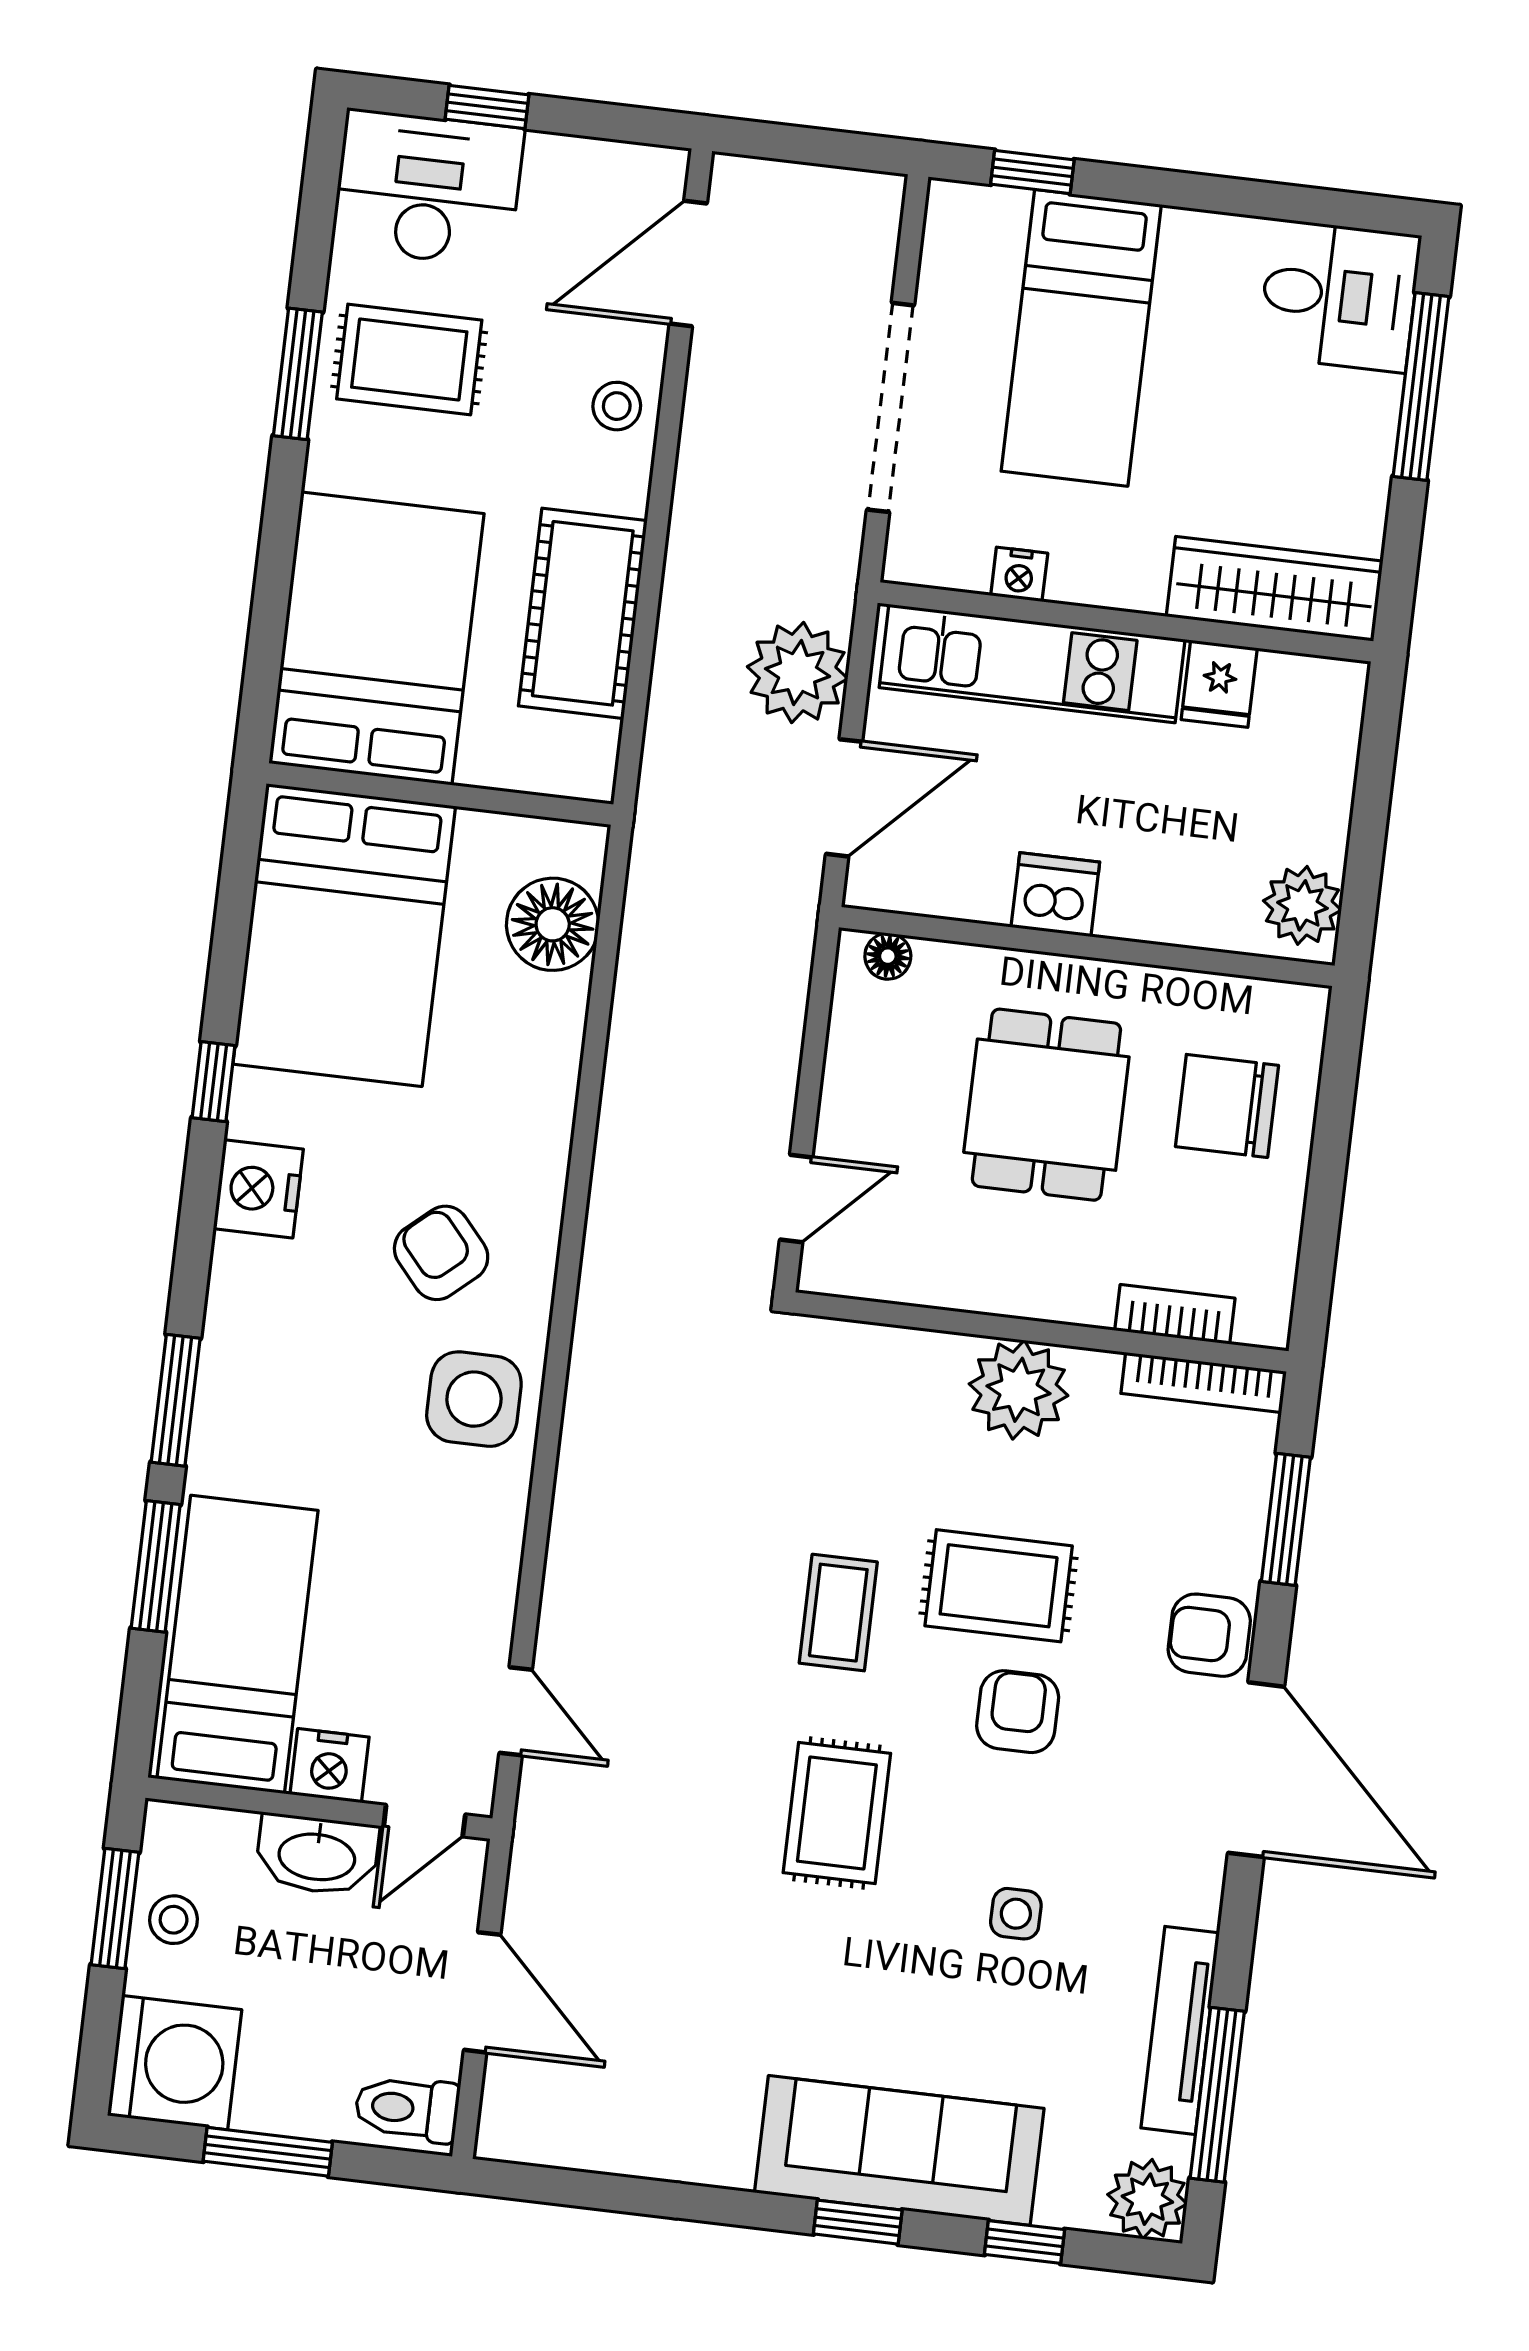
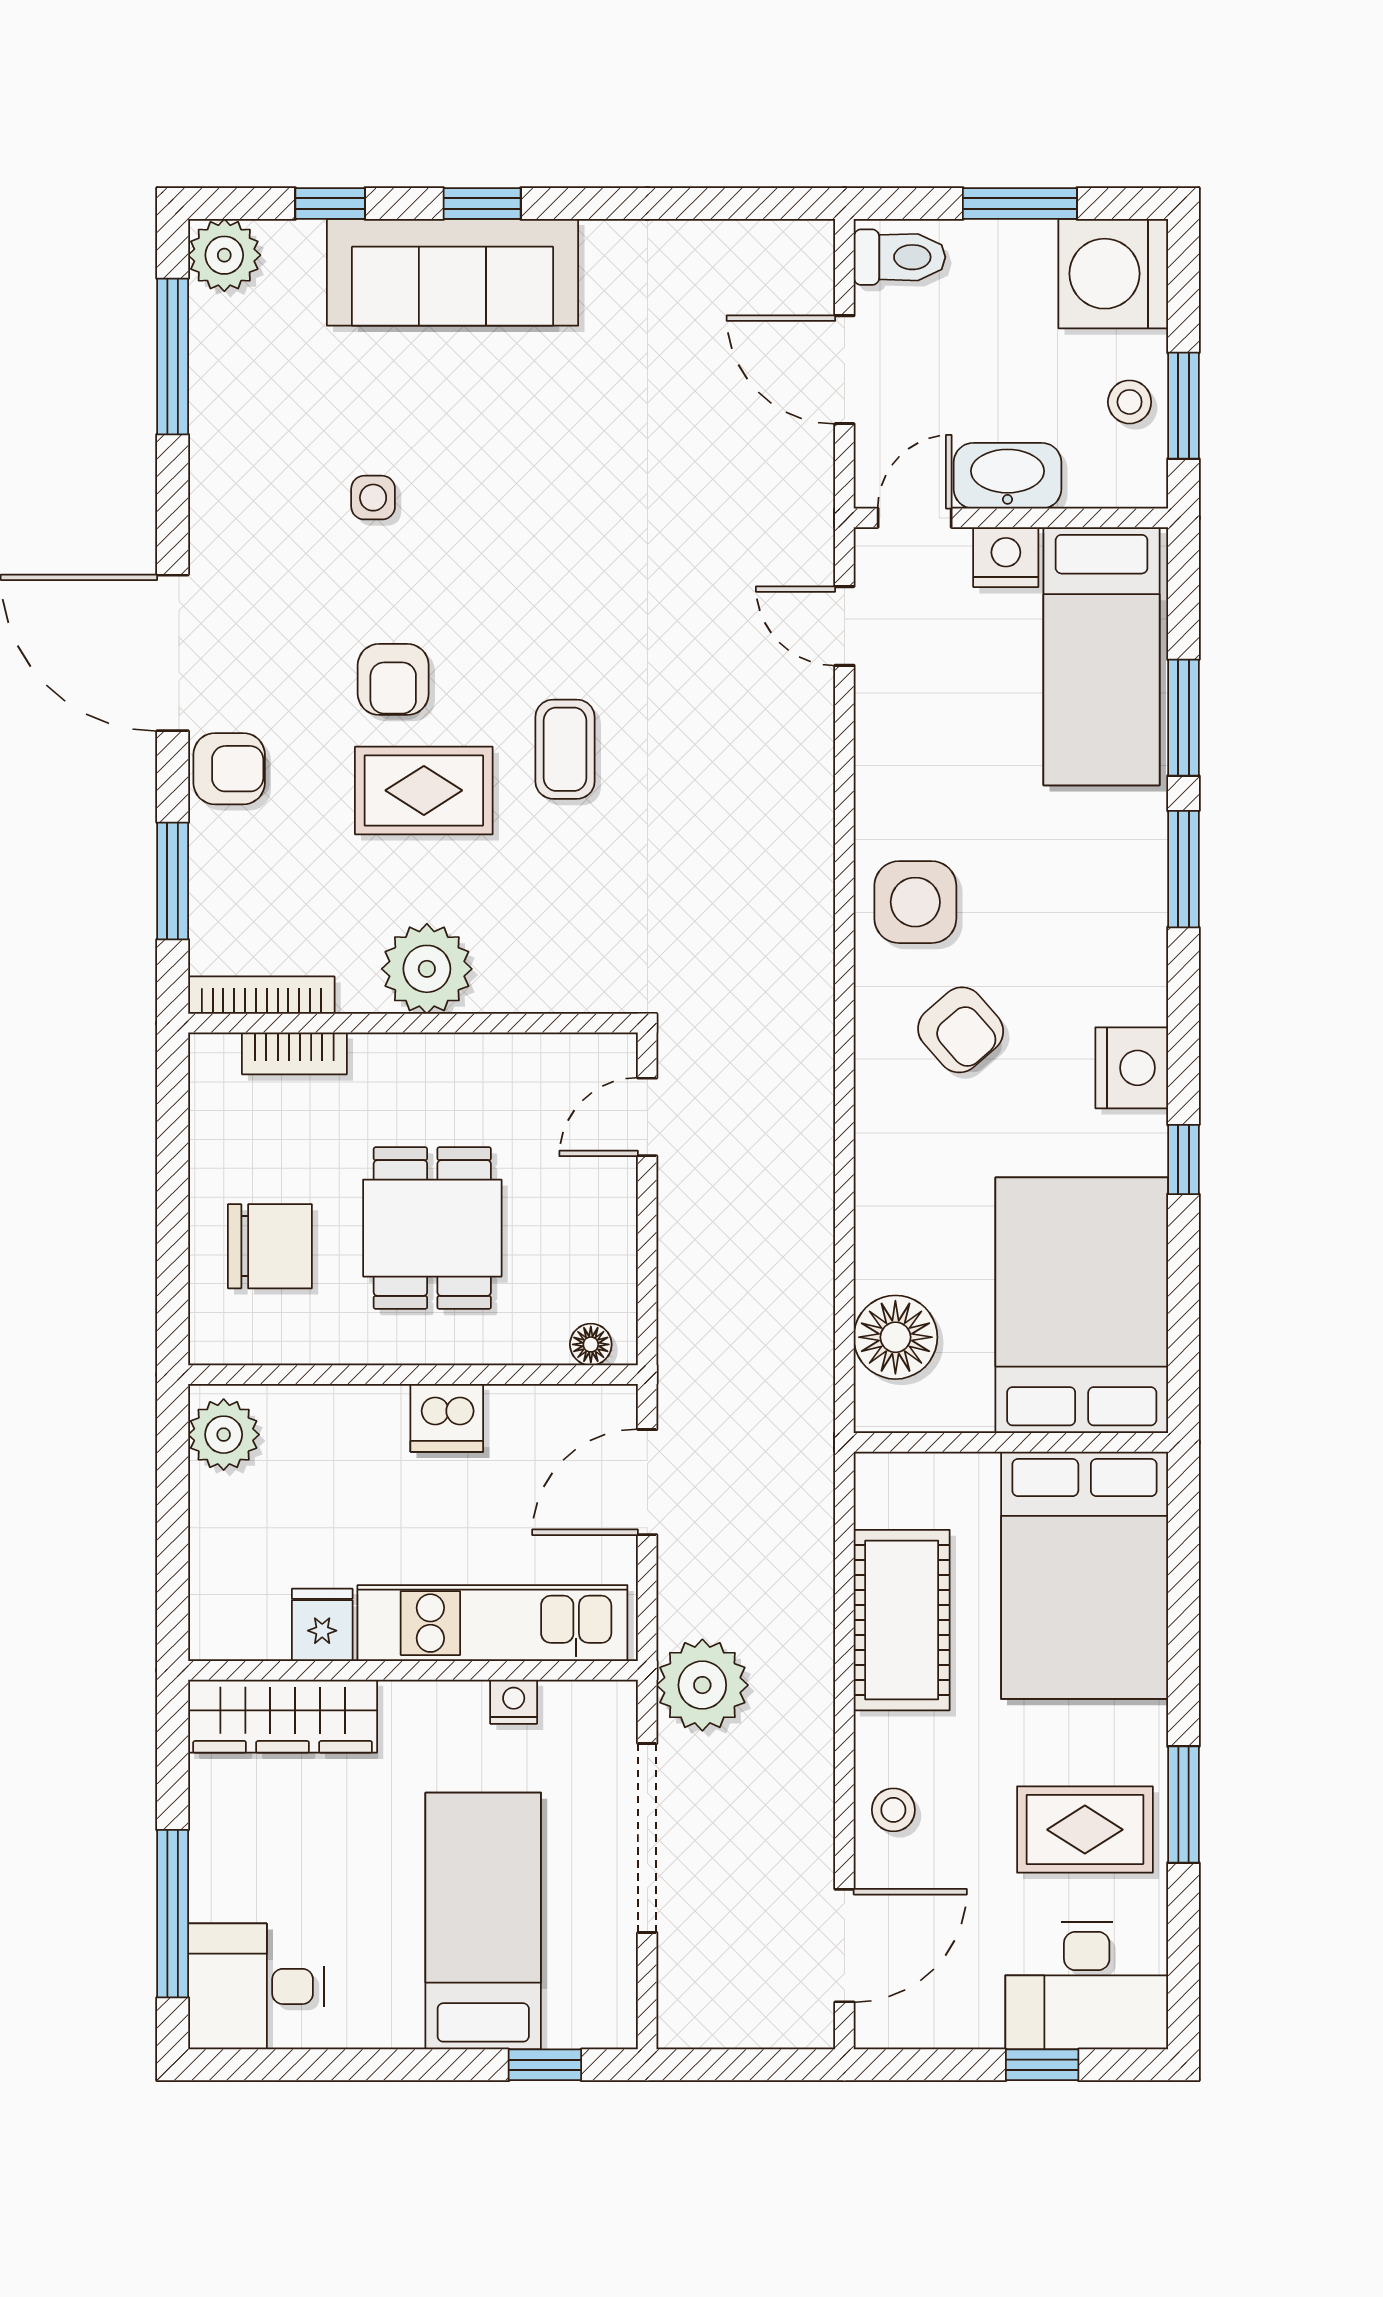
plant: (798, 673) -> (702, 1685), moved
rug: (837, 1813) -> (545, 569), removed
tv unit: (1180, 2030) -> (213, 410), removed

